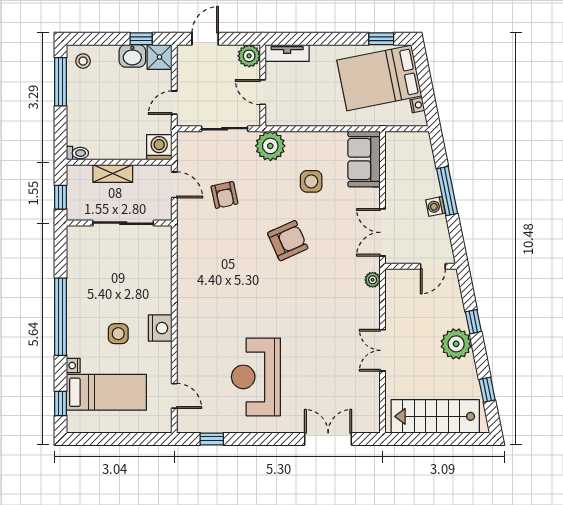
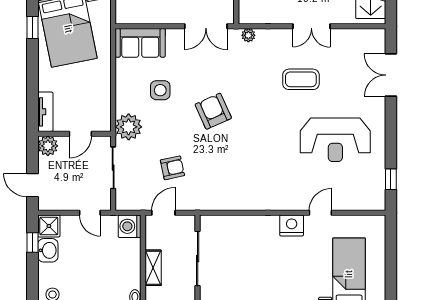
side table: (118, 334) -> (297, 263), removed
coffee table: (323, 339) -> (301, 79), added
door: (174, 396) -> (320, 213), moved

